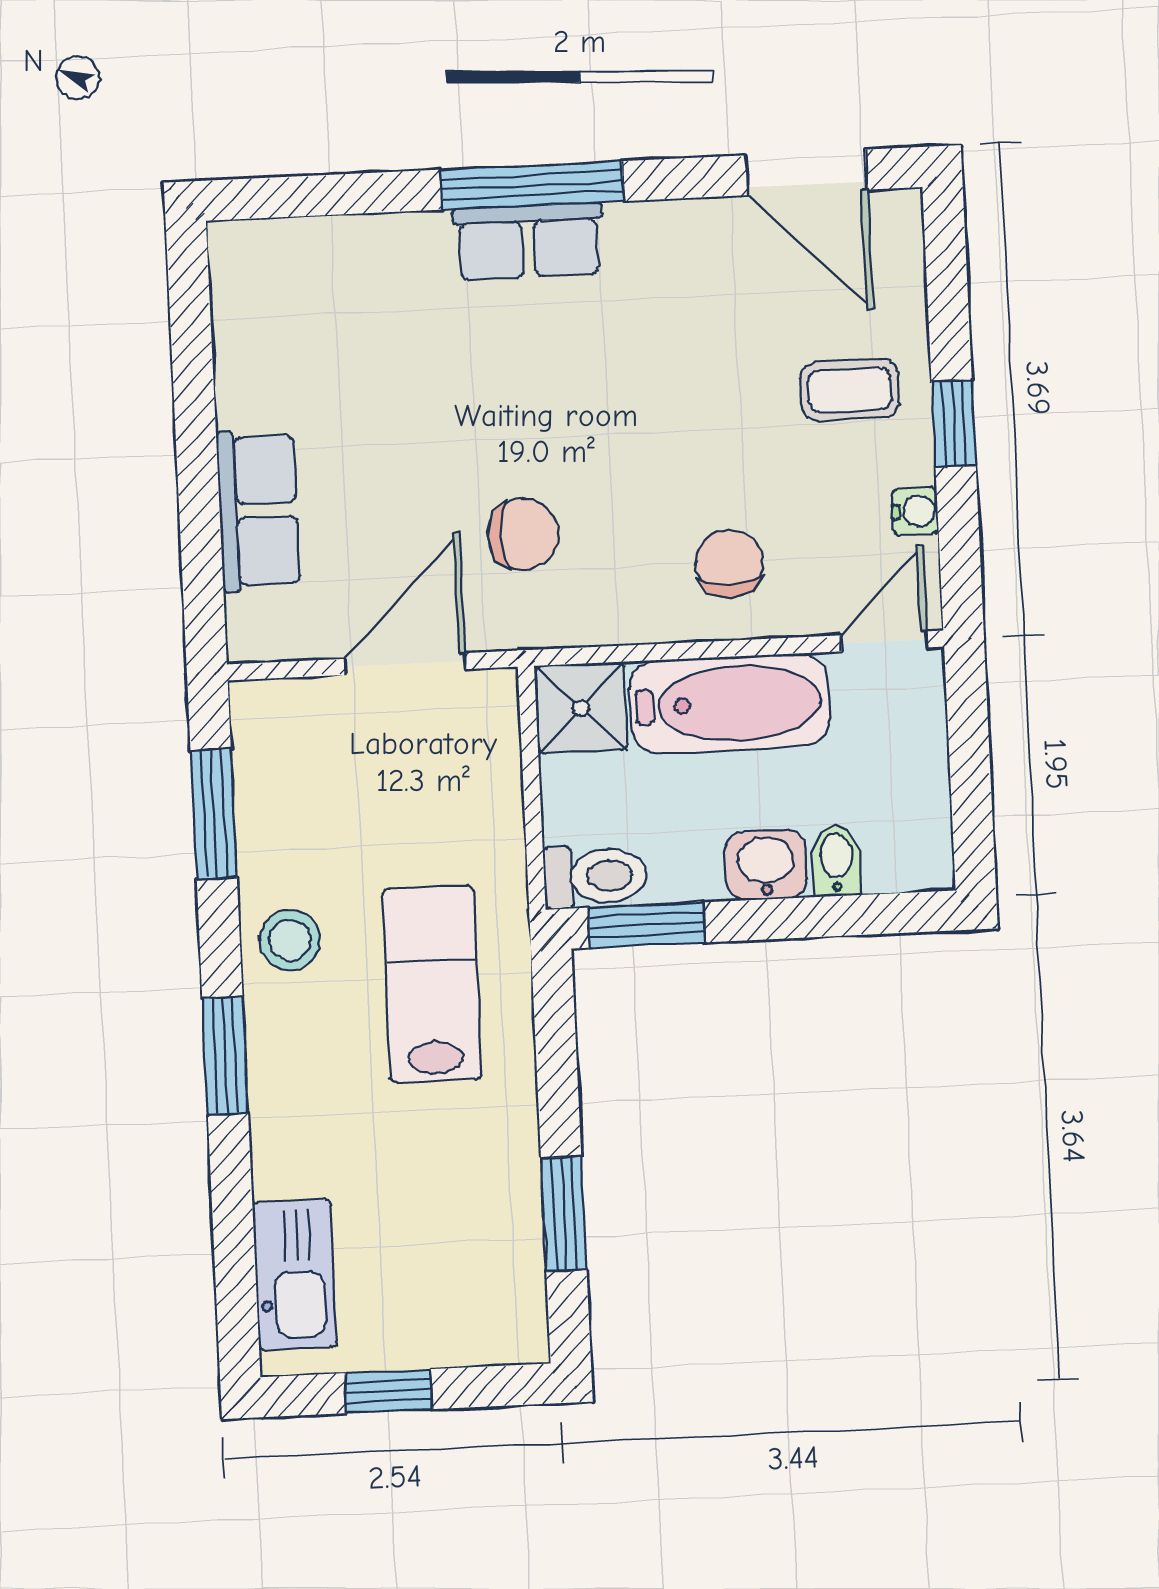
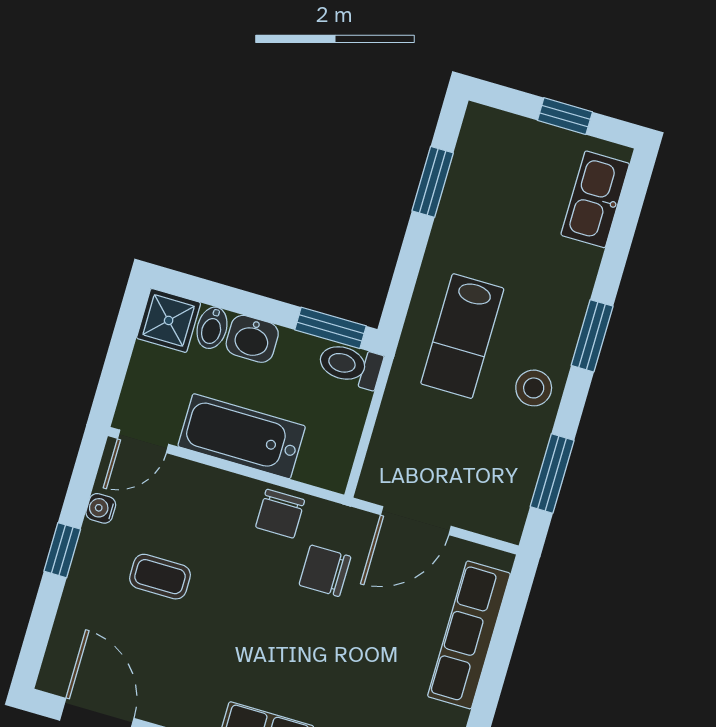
coffee table: (850, 390) -> (160, 577), moved
row of seats: (258, 511) -> (469, 635), width x1.48
chair: (729, 564) -> (280, 514), moved
shower: (581, 708) -> (169, 320), moved

